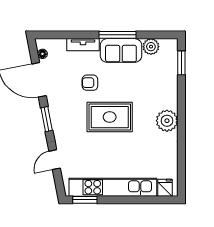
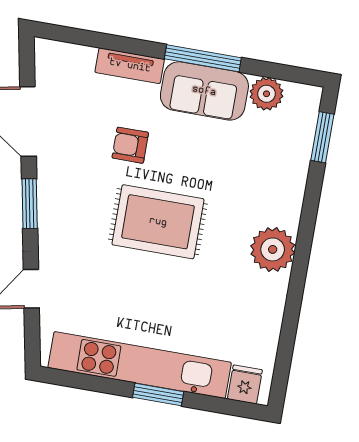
floor lamp: (42, 54) -> (44, 70), removed
window: (85, 200) -> (158, 394), moved

